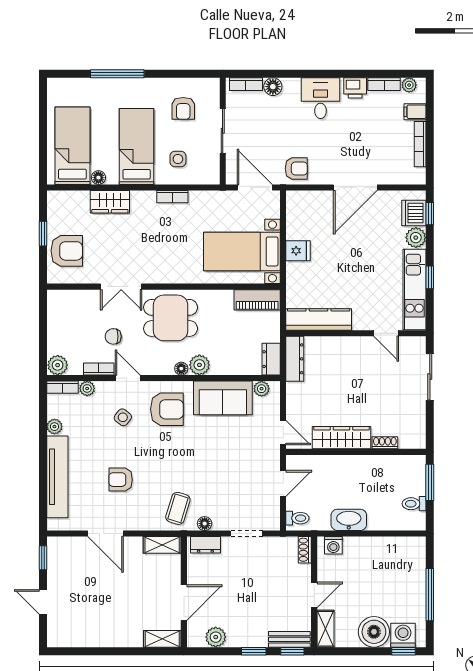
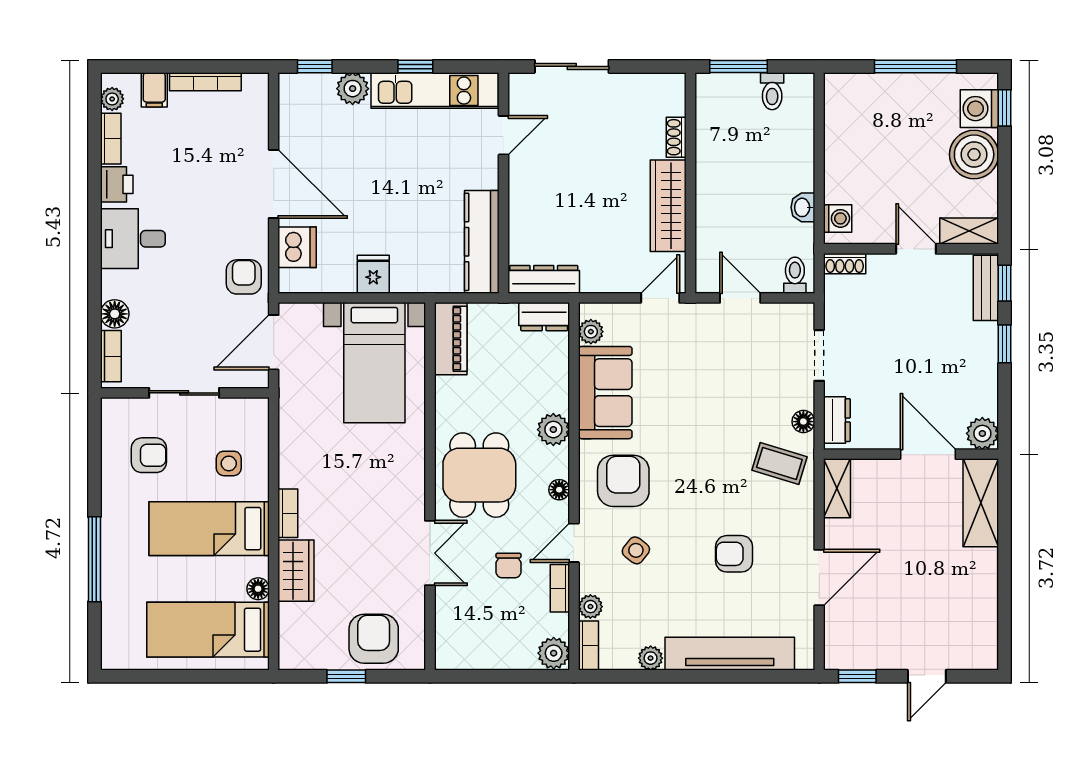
bookcase: (172, 197) -> (288, 513), moved
dishwasher: (414, 213) -> (297, 247), moved, turned -90
floor lamp: (181, 369) -> (559, 490), moved
armchair: (121, 480) -> (734, 554), turned 90
washbasin: (349, 520) -> (803, 207), width x0.52, depth x0.69
plant: (216, 637) -> (982, 433), moved
shelving: (162, 639) -> (981, 503), width x1.50, depth x1.33

